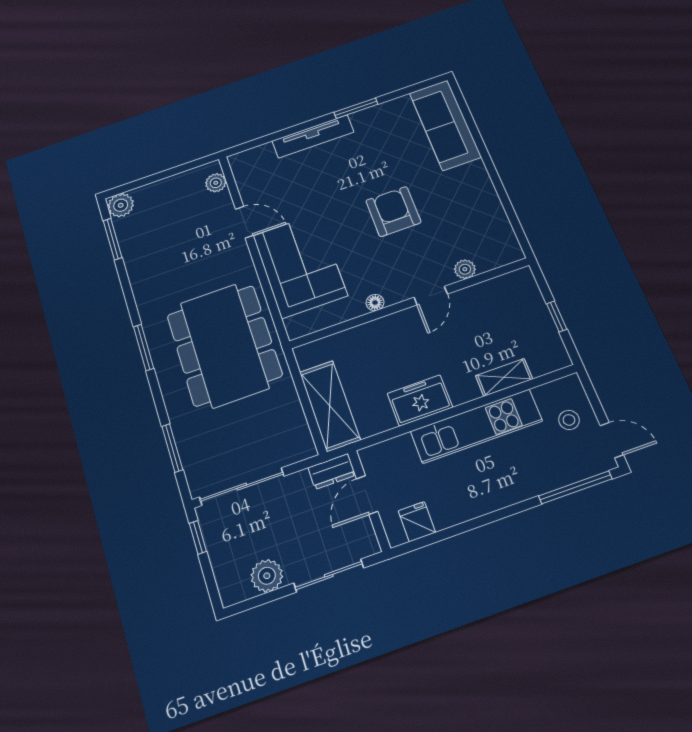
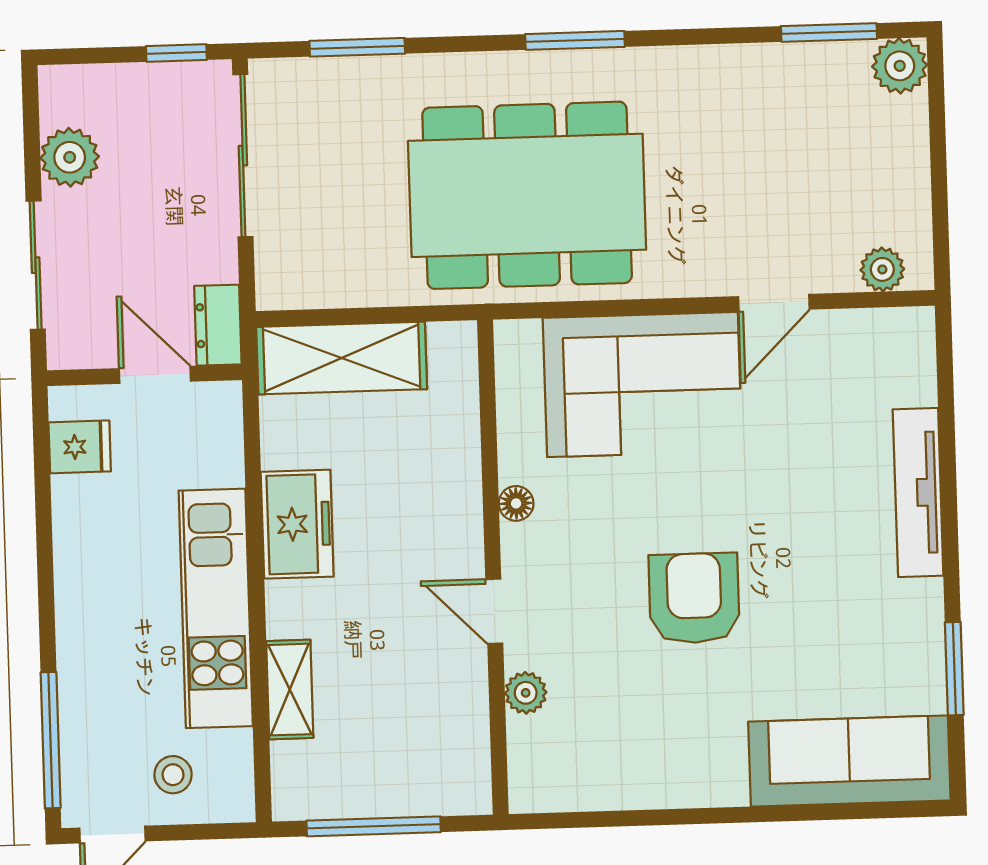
window: (356, 108) -> (954, 669), moved
armchair: (393, 211) -> (694, 598), turned -90
window: (557, 316) -> (374, 826), width x2.17

